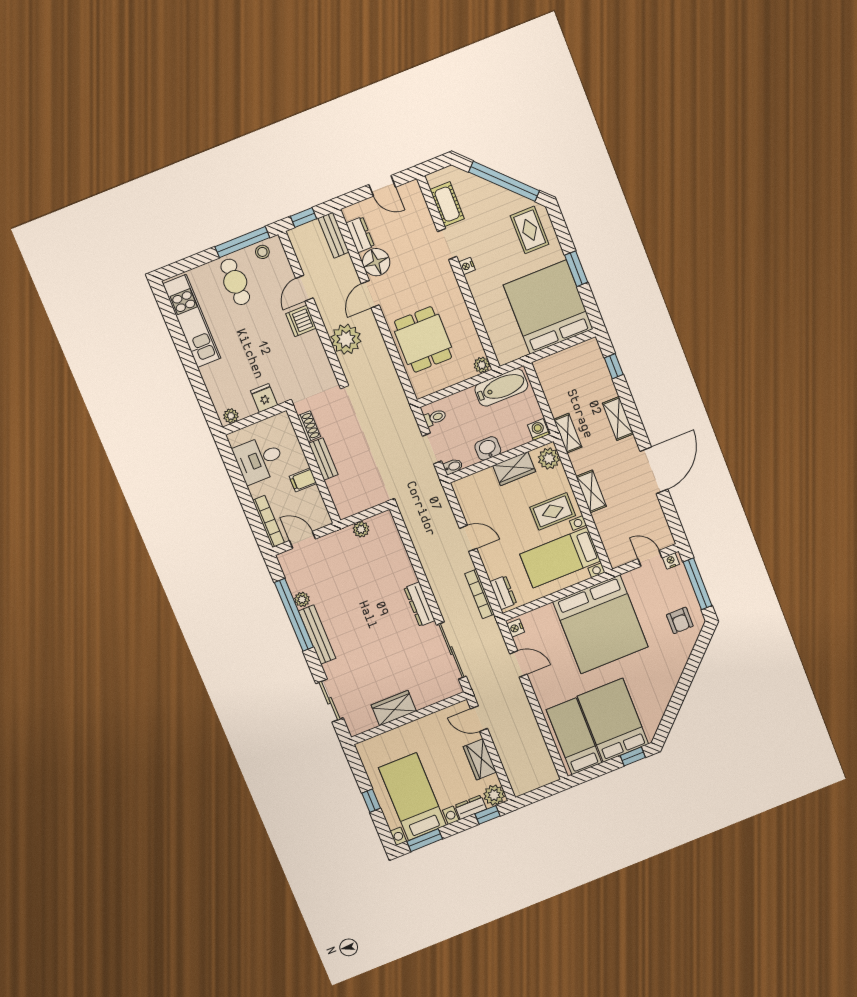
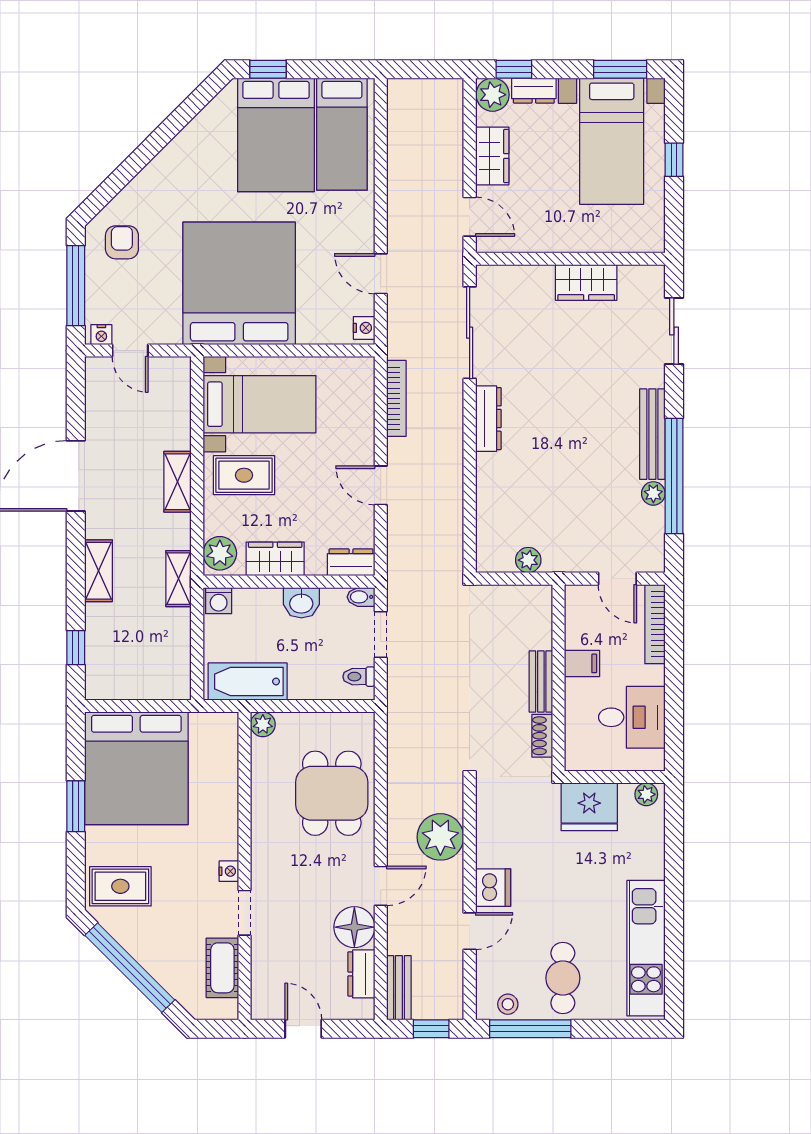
rug: (530, 230) -> (120, 886), turned 90
fridge: (264, 398) -> (589, 807), width x1.88, depth x1.34
dresser: (503, 593) -> (351, 562), moved, turned 90

